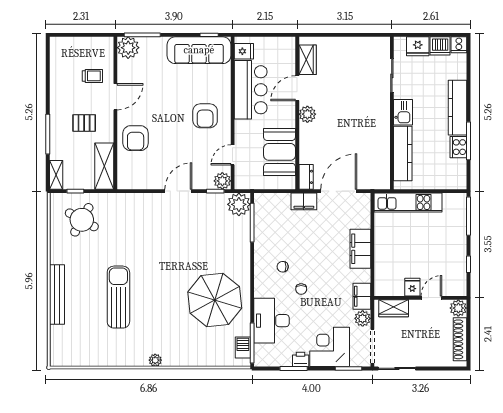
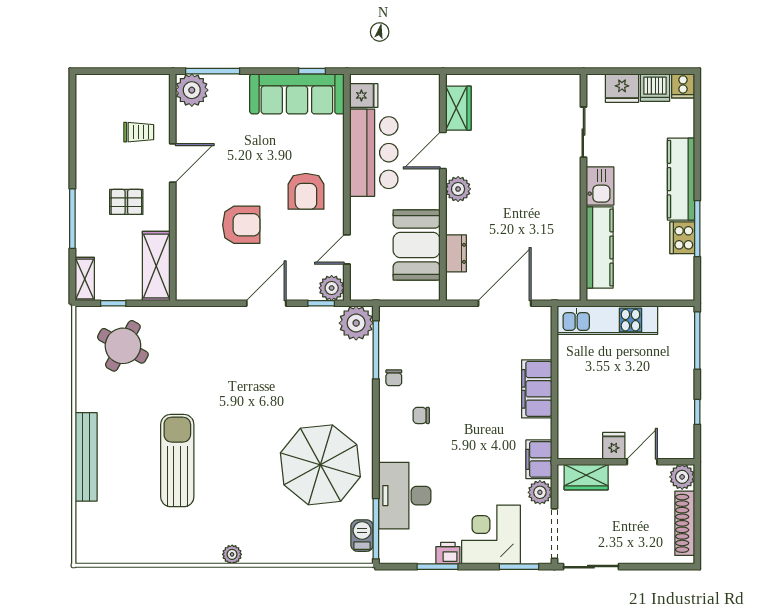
armchair: (136, 138) -> (241, 225), moved, turned -90
dresser: (306, 177) -> (456, 253), moved
filing cabinet: (304, 201) -> (453, 318), removed
chair: (301, 289) -> (394, 378), moved

